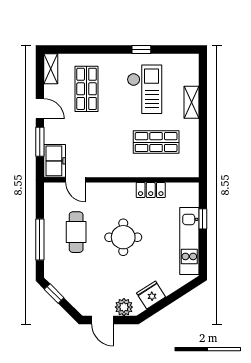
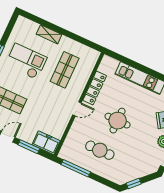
door: (75, 180) -> (77, 109), moved
locker: (151, 190) -> (95, 88), width x1.53
window: (203, 219) -> (130, 62), removed
window: (40, 239) -> (76, 168), moved

